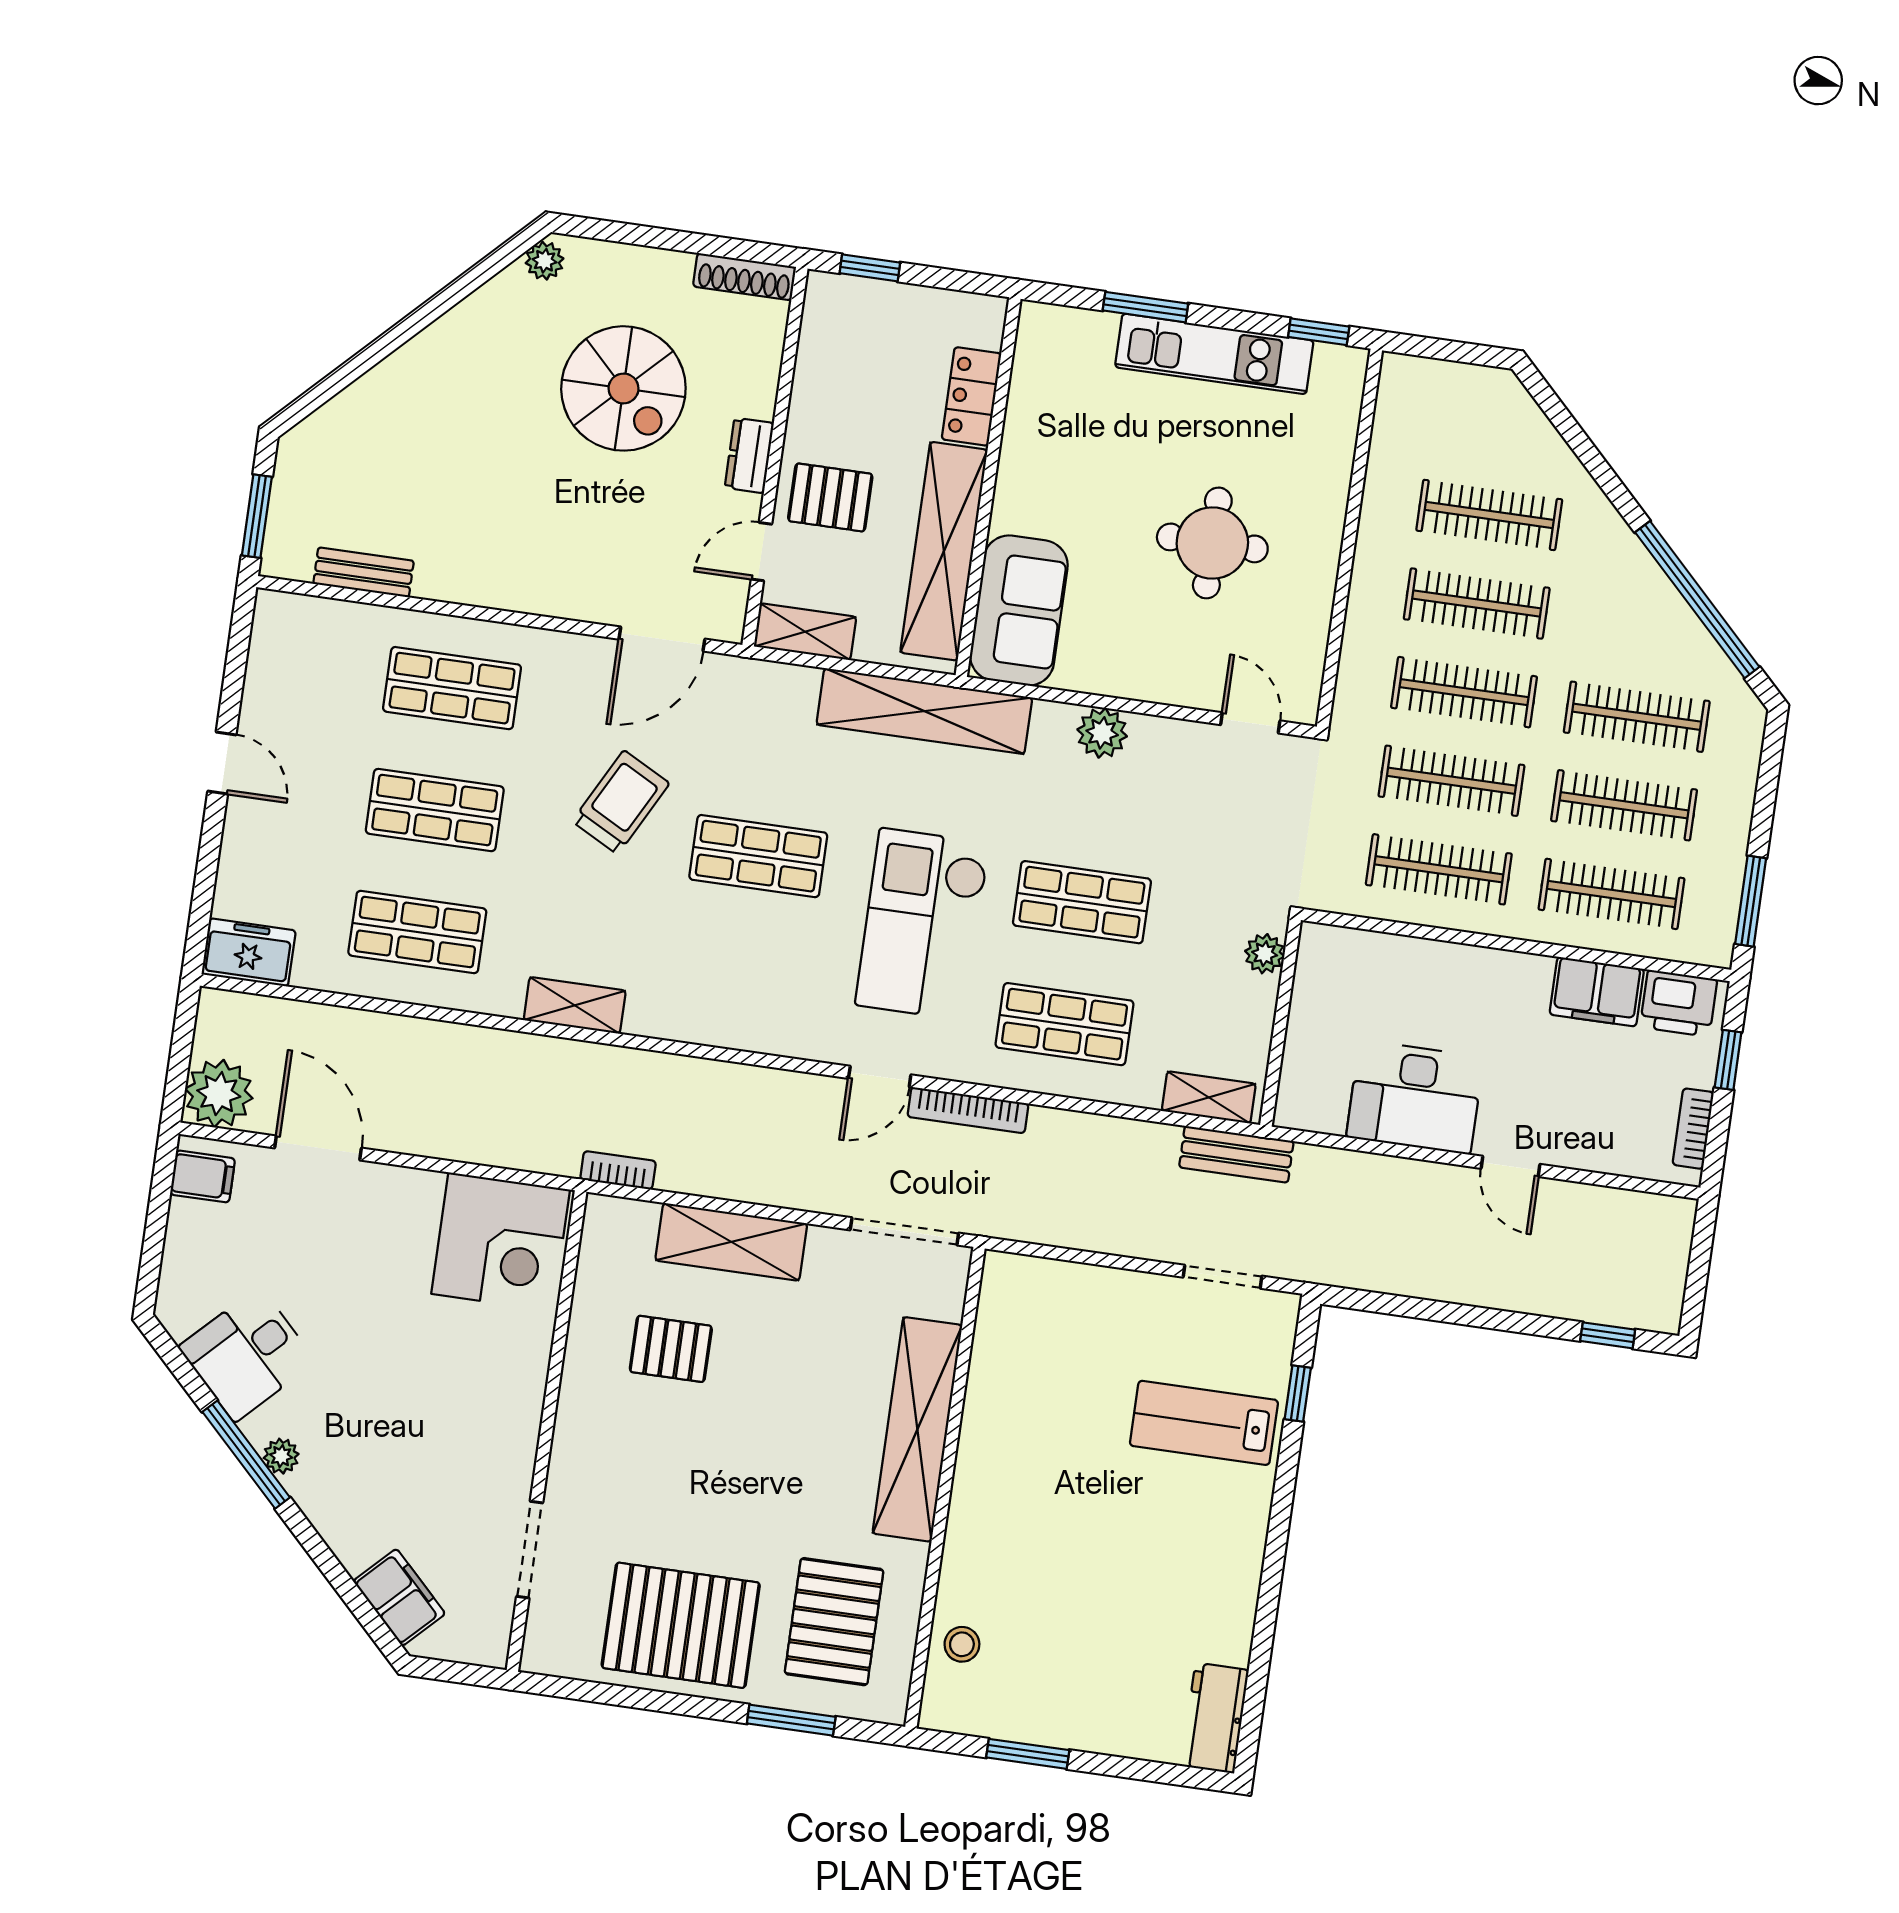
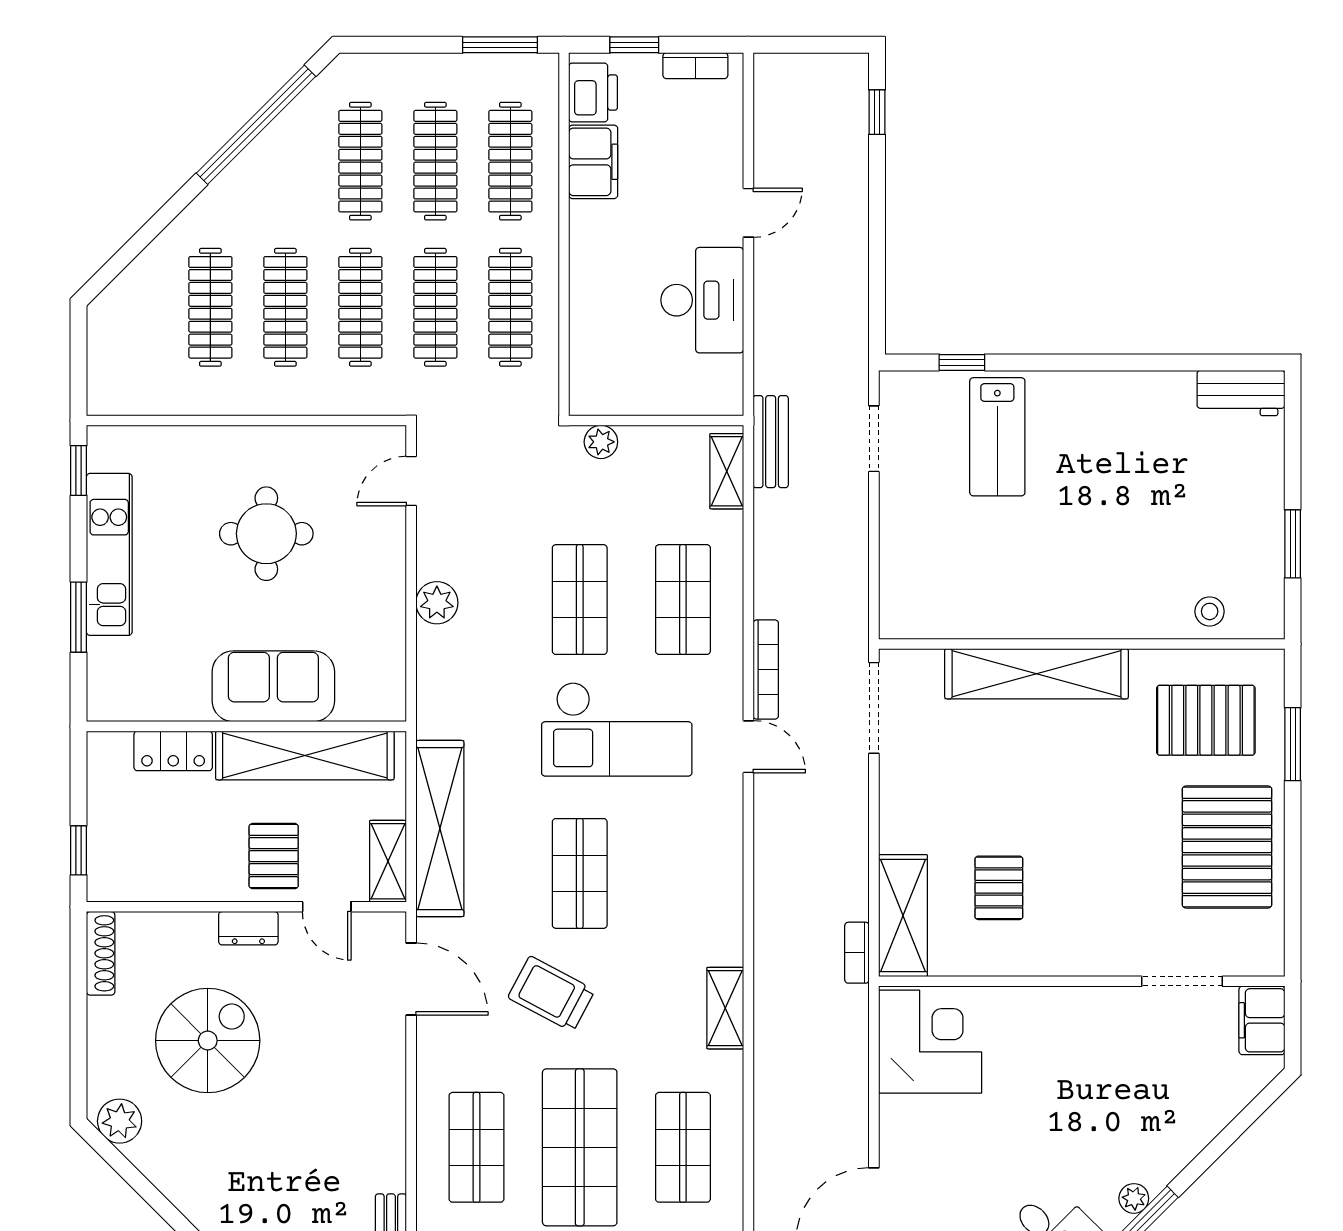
plant: (545, 261) -> (120, 1121), width x1.38, depth x1.38
sofa: (1019, 610) -> (273, 686), moved
shelving: (924, 711) -> (440, 829), moved
shop shelf: (435, 810) -> (580, 1147), width x1.43, depth x1.36
shelving: (731, 1242) -> (903, 916), moved
filing cabinet: (399, 1597) -> (1262, 1020), moved, turned -45

